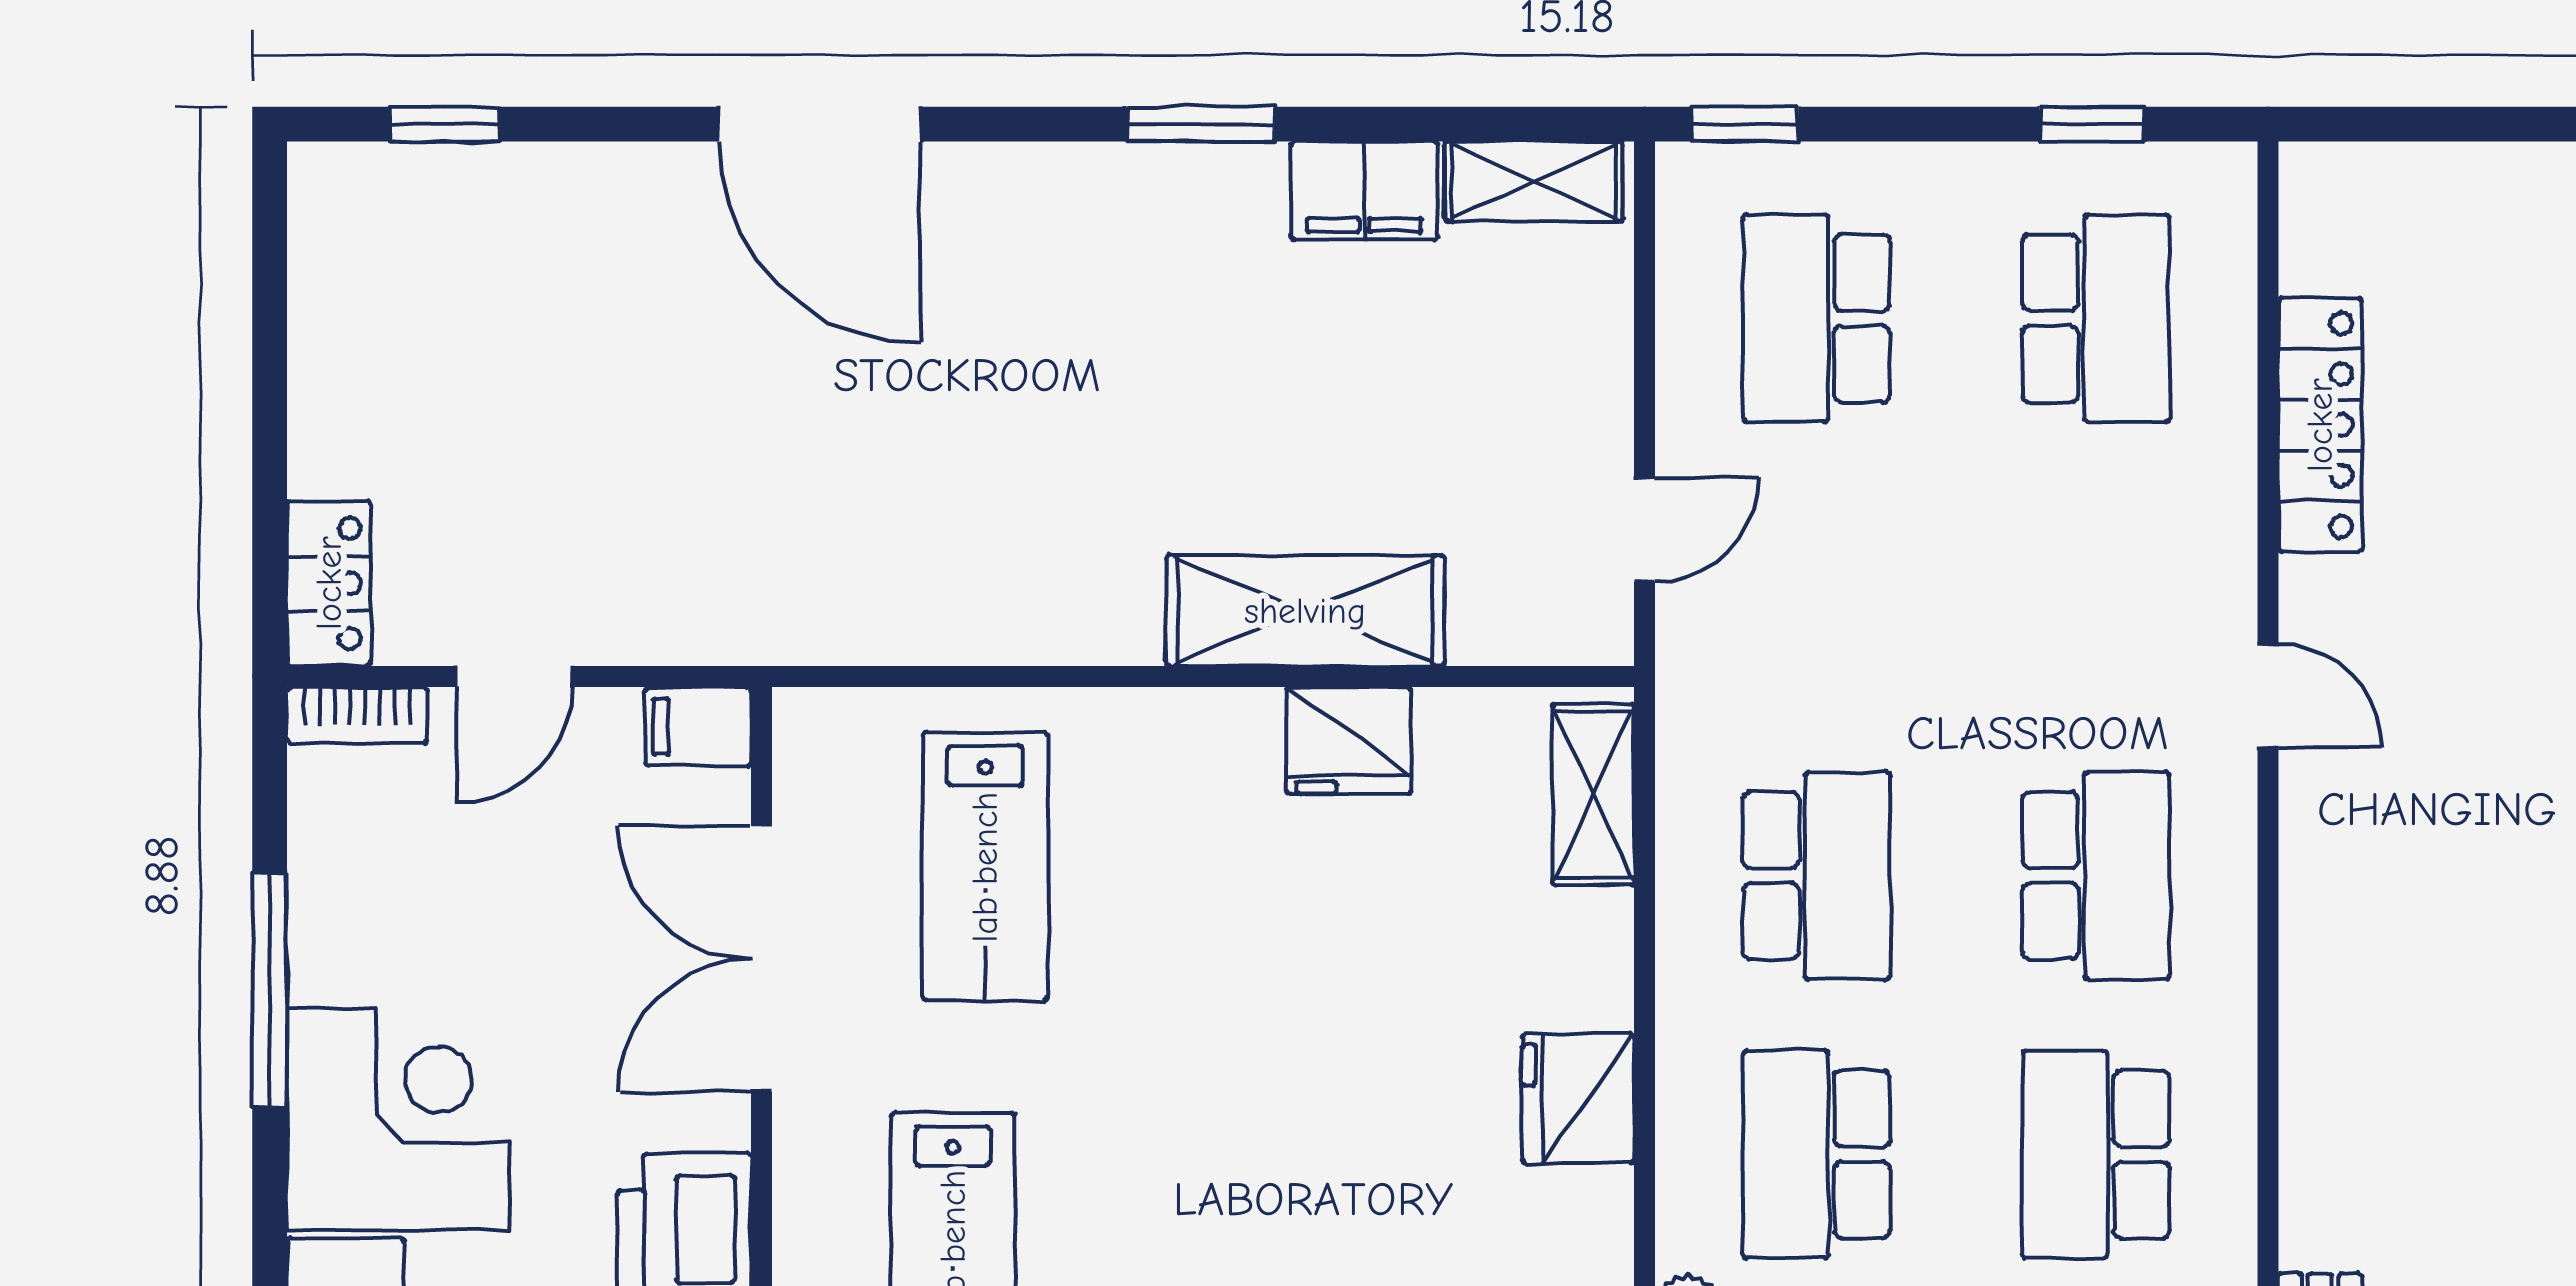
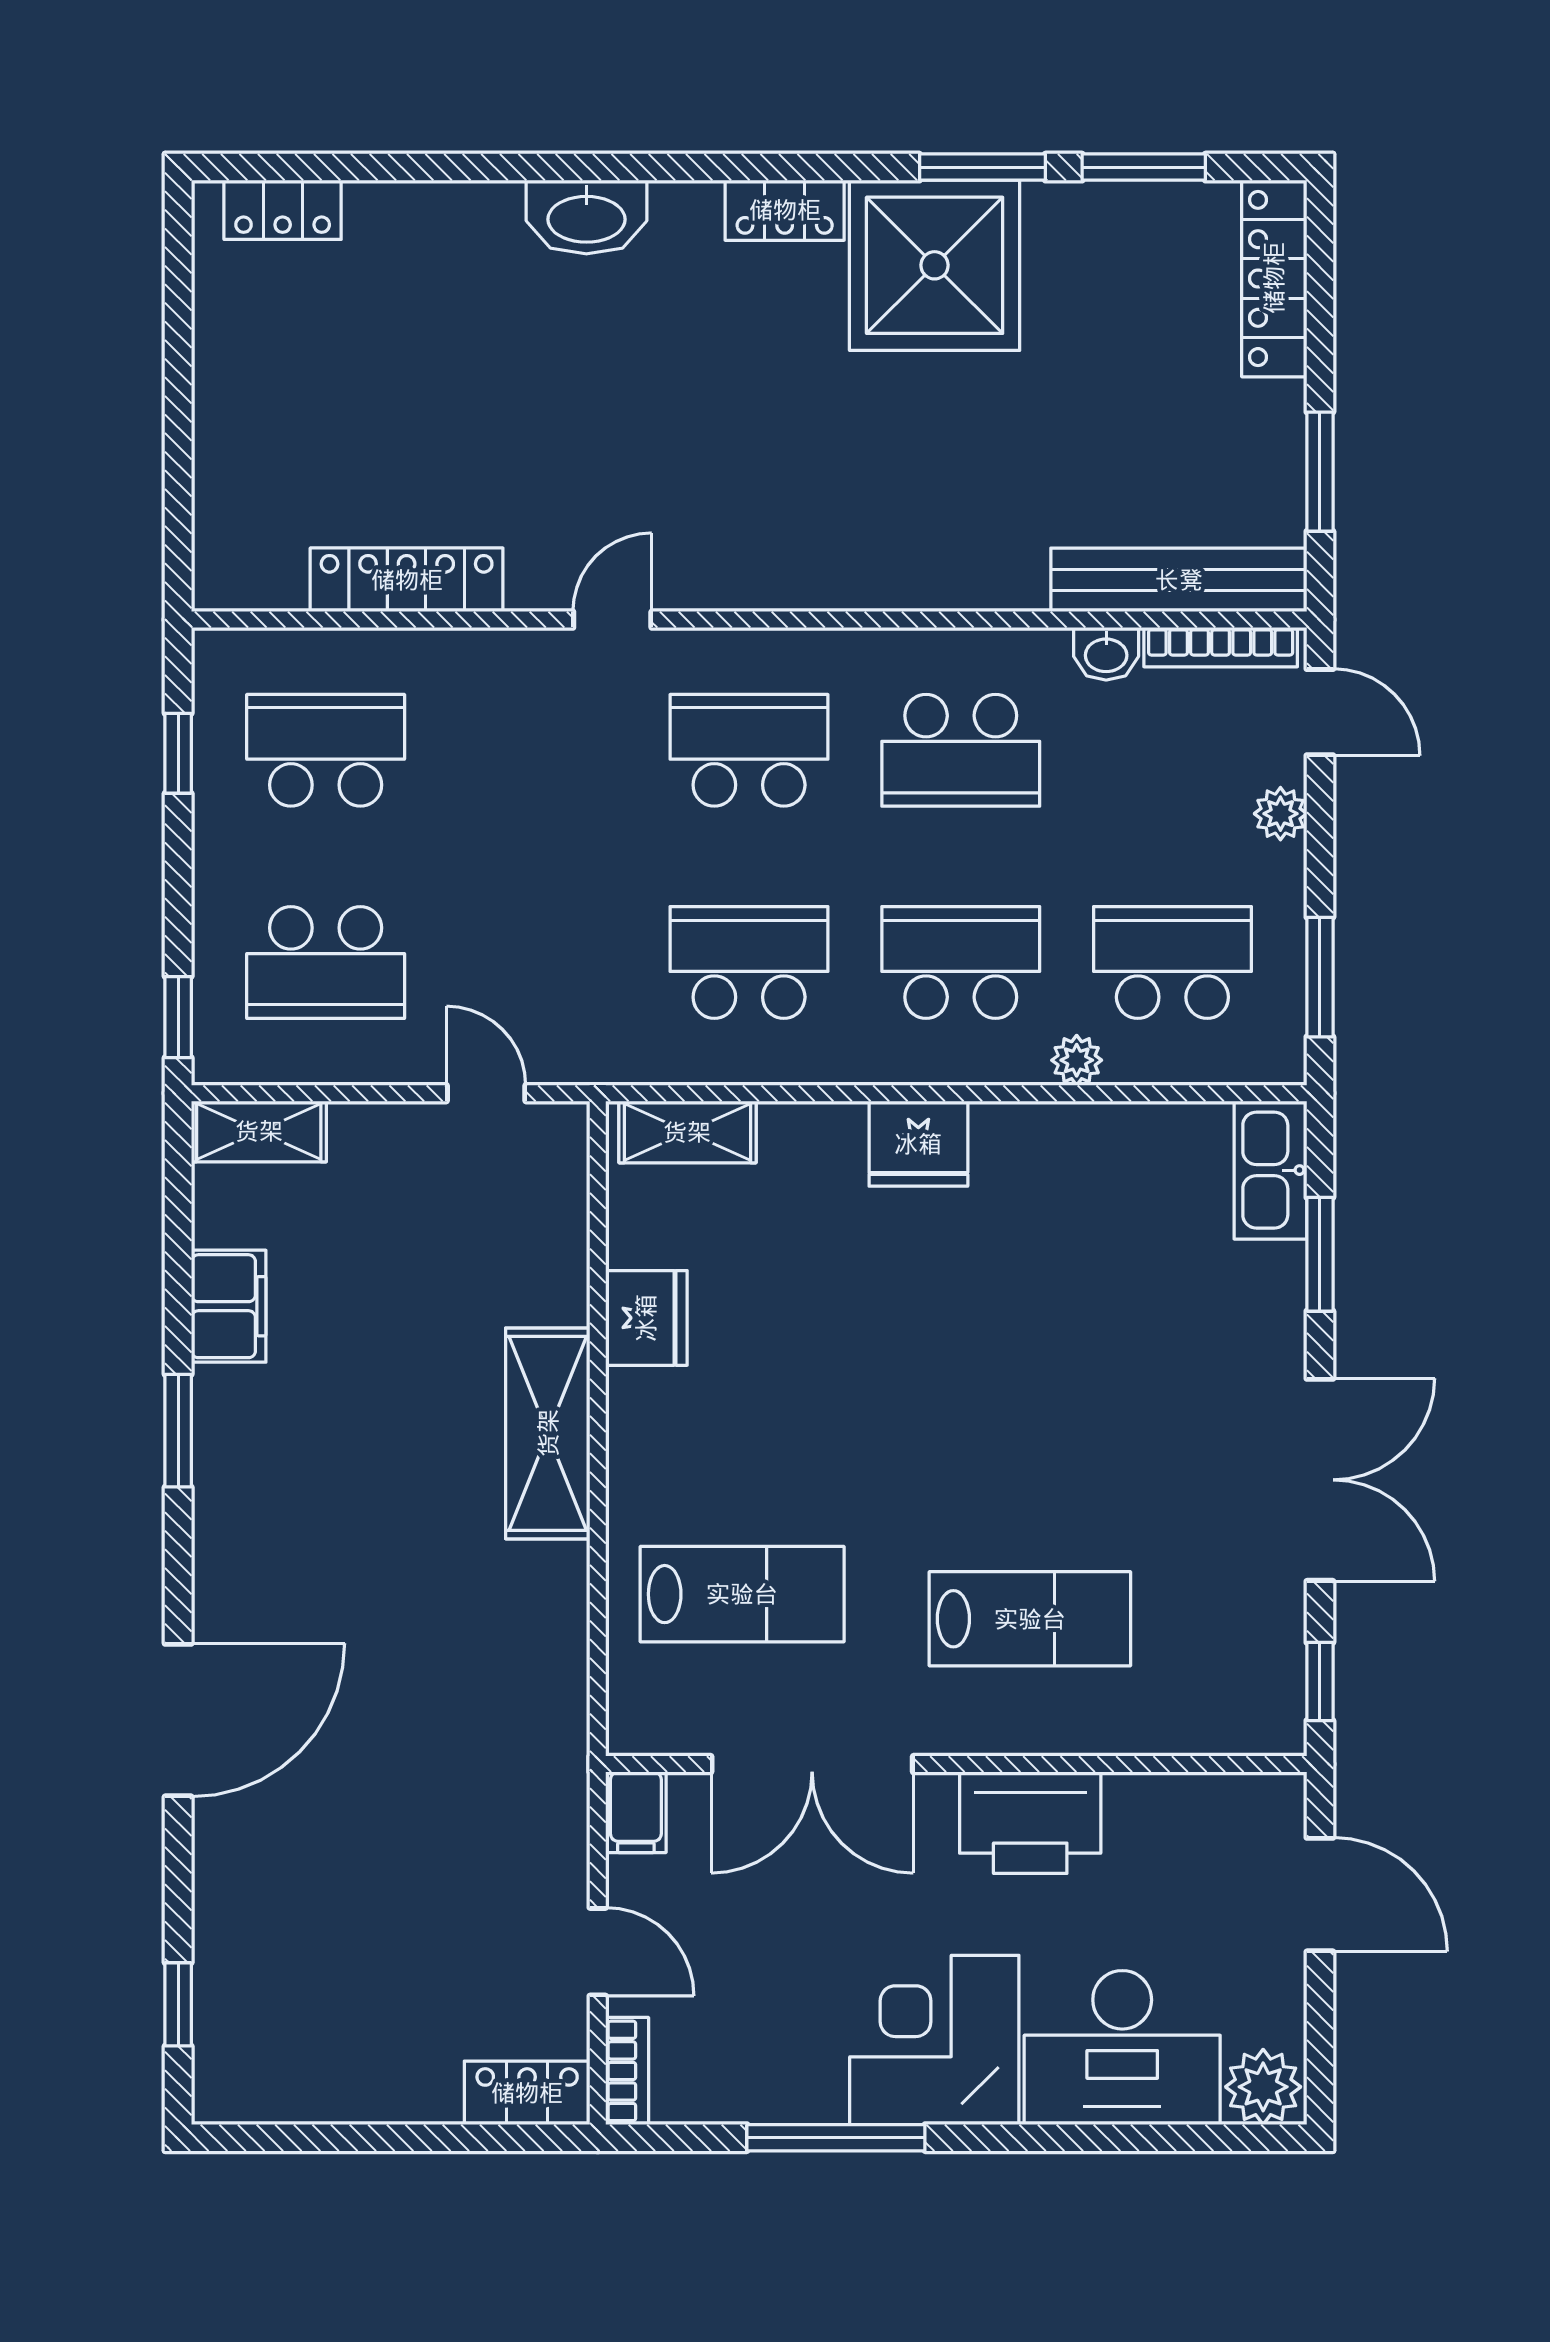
shelving: (1534, 181) -> (259, 1131), moved, turned 90
shelving: (1305, 611) -> (548, 1433), moved
school desk: (1817, 1154) -> (961, 962), turned 180

